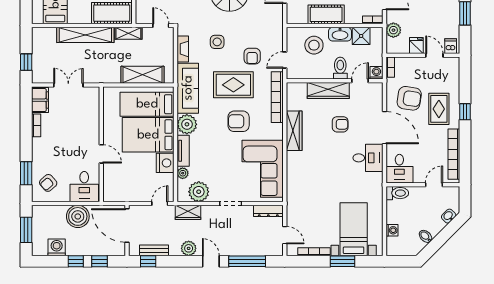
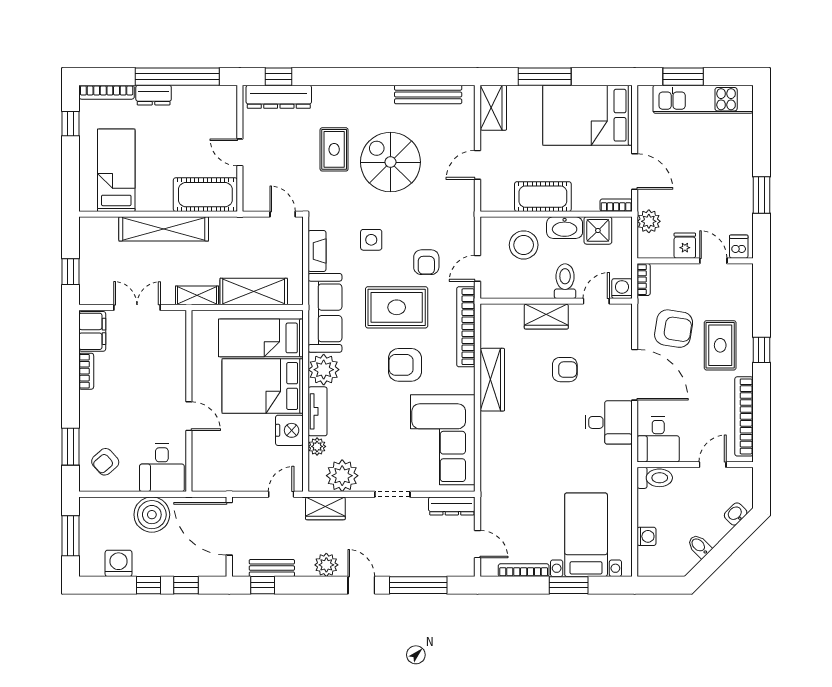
shelving: (128, 33) -> (197, 295), moved
wardrobe: (328, 91) -> (546, 316), width x0.67

